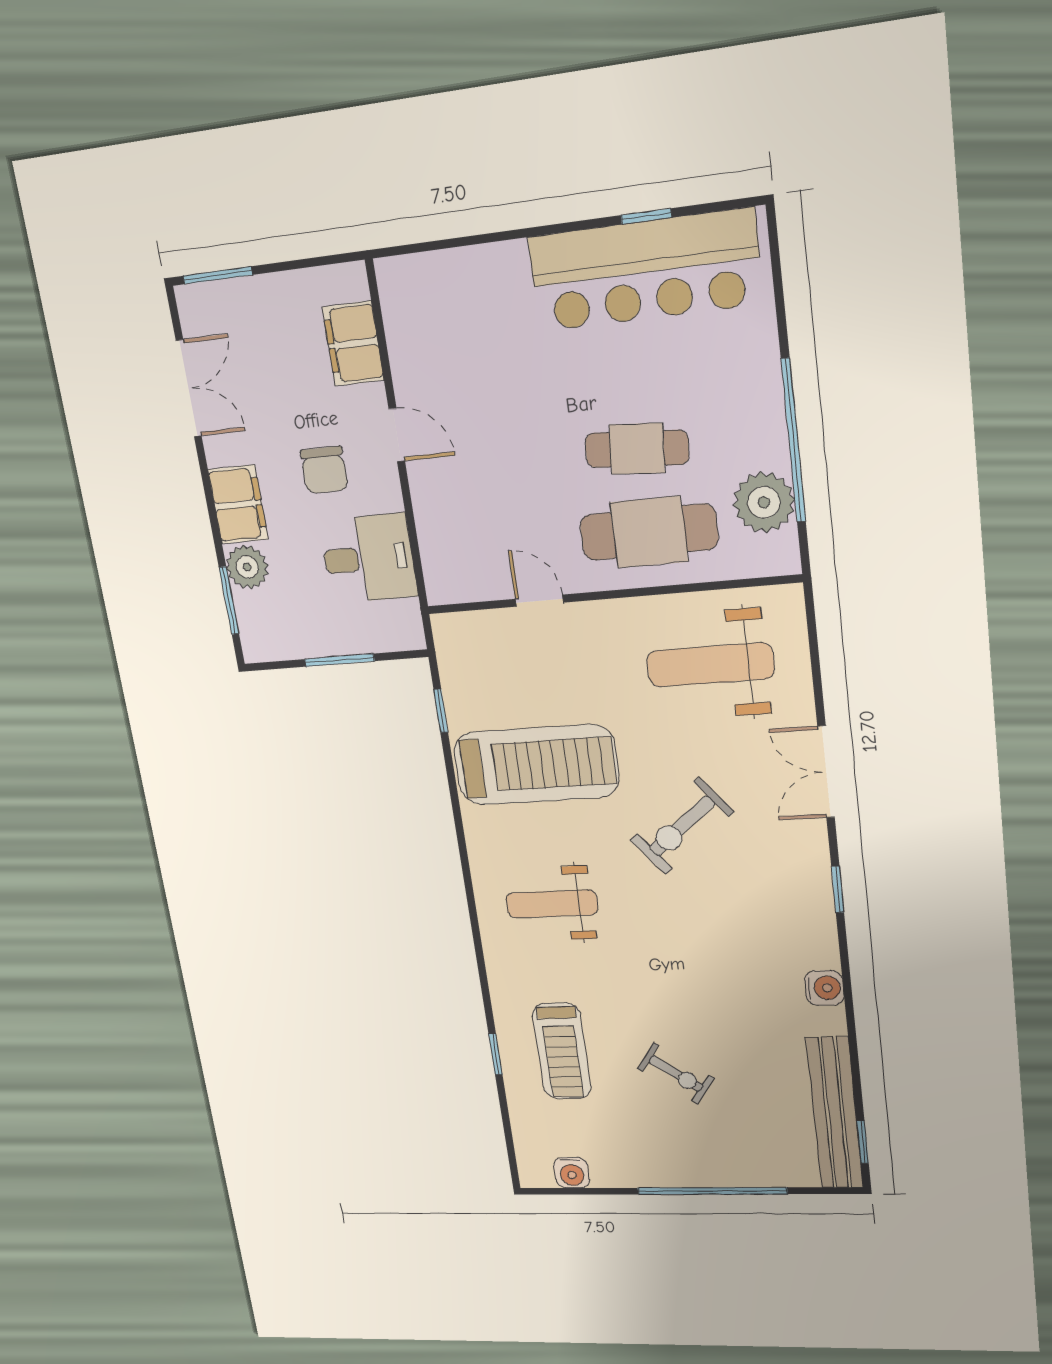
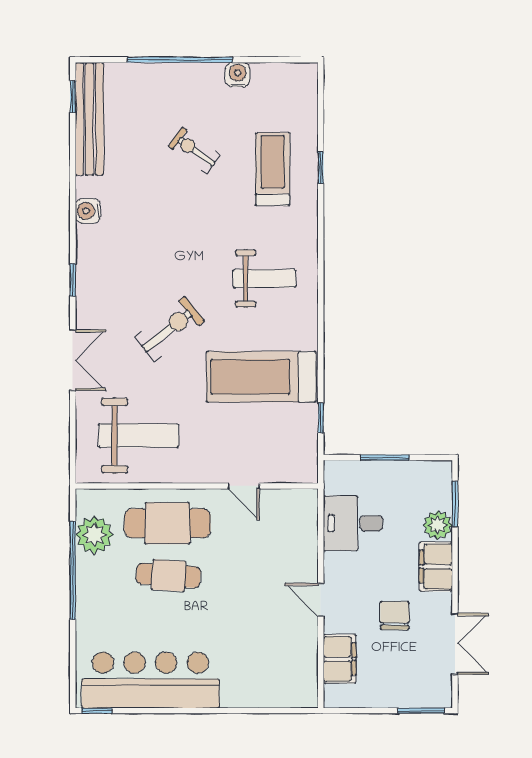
window: (646, 216) -> (97, 711), moved
double door: (189, 388) -> (455, 644), swing flipped
chair: (324, 470) -> (395, 616), moved
water cooler: (572, 1173) -> (238, 75), moved

